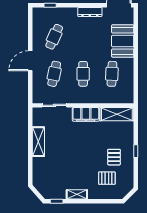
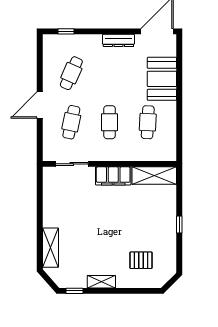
shelving: (38, 142) -> (50, 248), moved
pallet: (114, 157) -> (150, 232), removed

